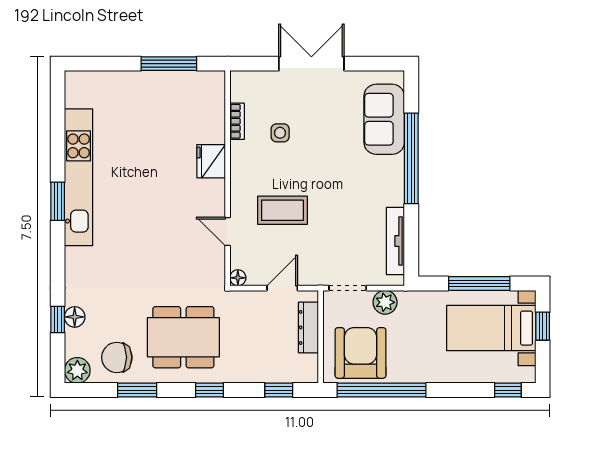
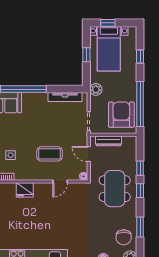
coffee table: (282, 210) -> (50, 154), turned 90
window: (479, 284) -> (86, 55), width x0.46
plant: (385, 302) -> (96, 89), moved
dining table: (183, 337) -> (115, 189), moved
armchair: (361, 353) -> (121, 115), turned 90
window: (279, 390) -> (140, 168), moved
window: (508, 390) -> (140, 56), moved

